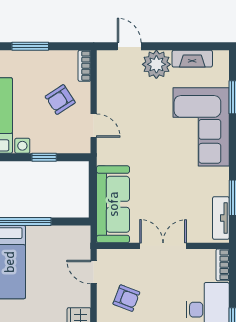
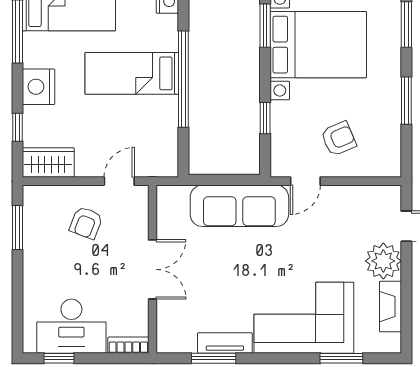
bookcase: (84, 66) -> (382, 169), removed
armchair: (60, 100) -> (339, 139), turned 100
sofa: (113, 204) -> (239, 206), moved
tv unit: (221, 218) -> (225, 343), moved

